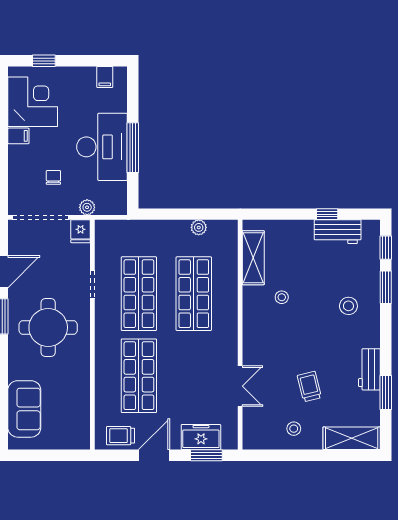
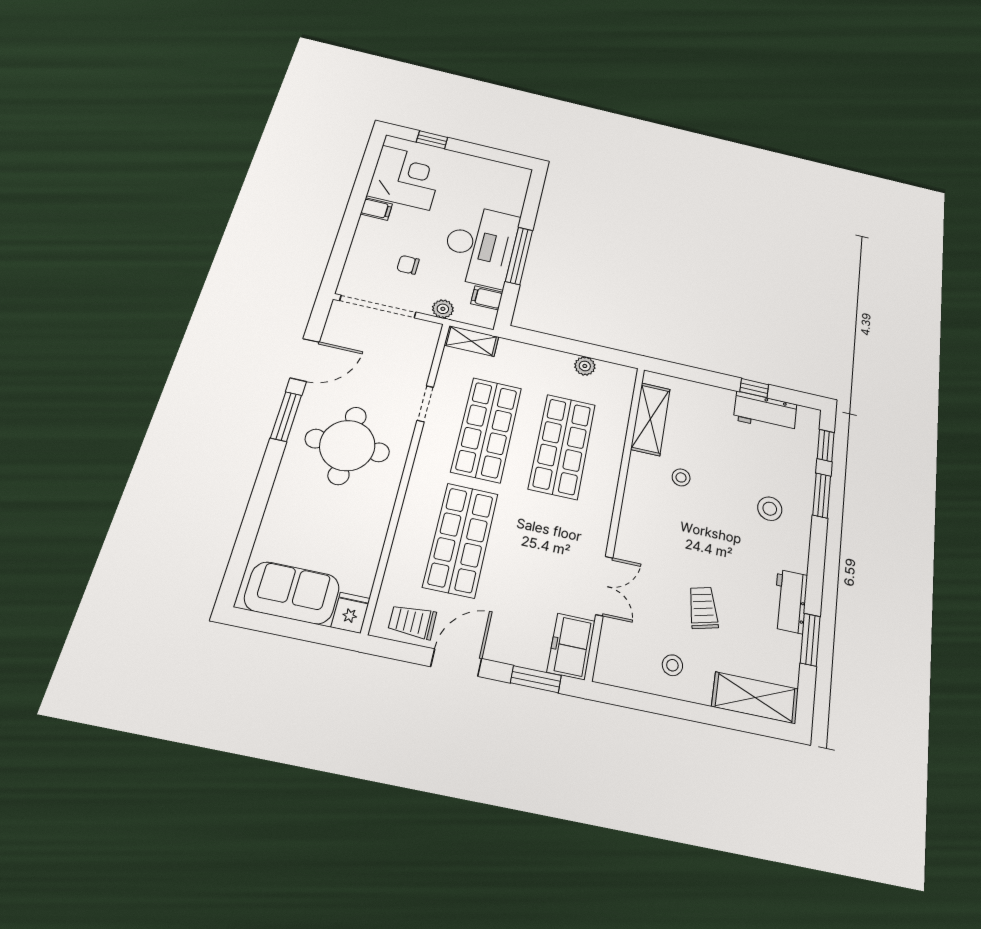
filing cabinet: (105, 77) -> (487, 298), moved, turned 90
chair: (53, 177) -> (408, 265), turned -90
shelving: (113, 228) -> (471, 341), added
fridge: (81, 231) -> (350, 613), moved, turned 180
sofa: (24, 409) -> (292, 593), moved, turned -90
freezer: (201, 437) -> (571, 646), moved, turned -90

